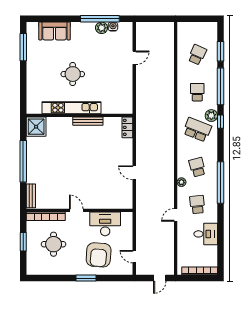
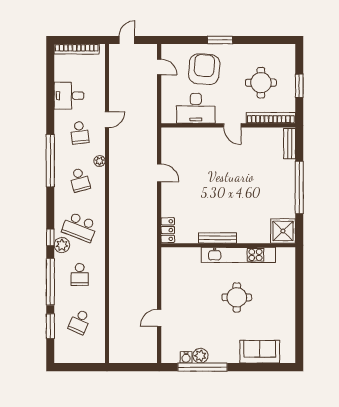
window: (23, 47) -> (299, 331), removed

